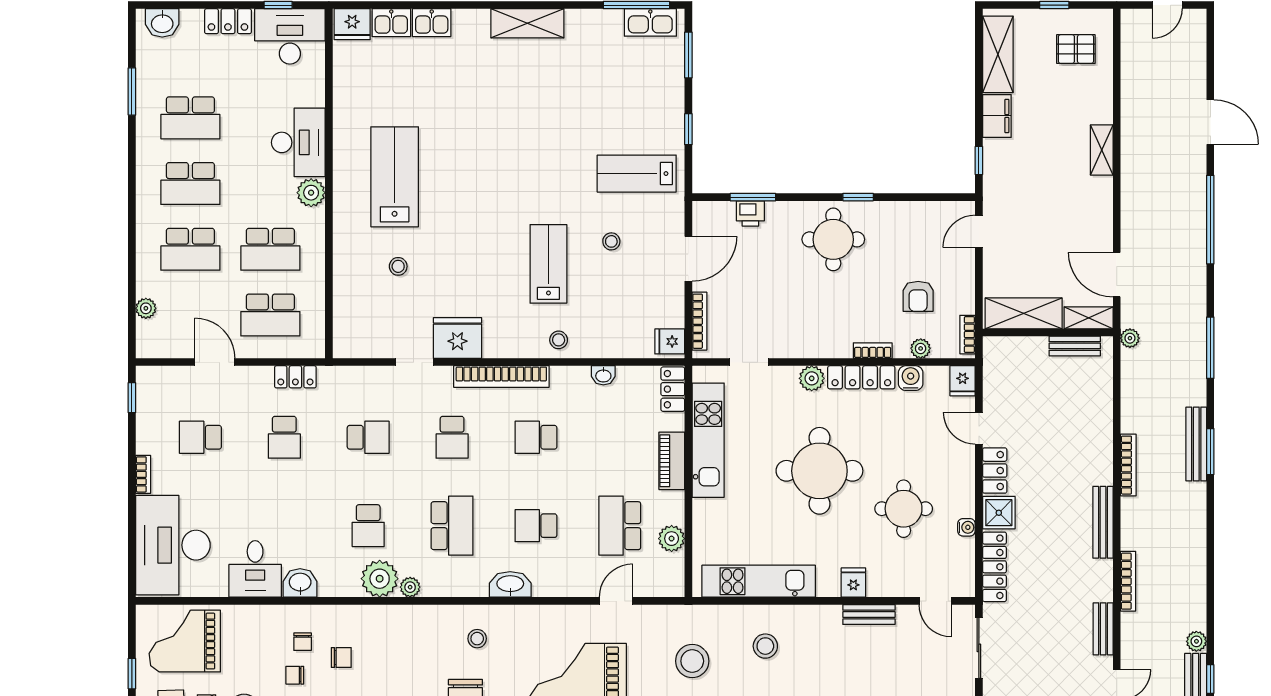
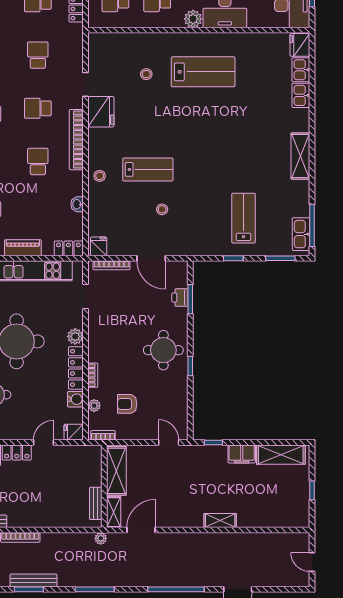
pallet: (1076, 49) -> (284, 504), removed
lab bench: (637, 174) -> (243, 218), moved
school desk: (368, 437) -> (38, 55), turned 180

